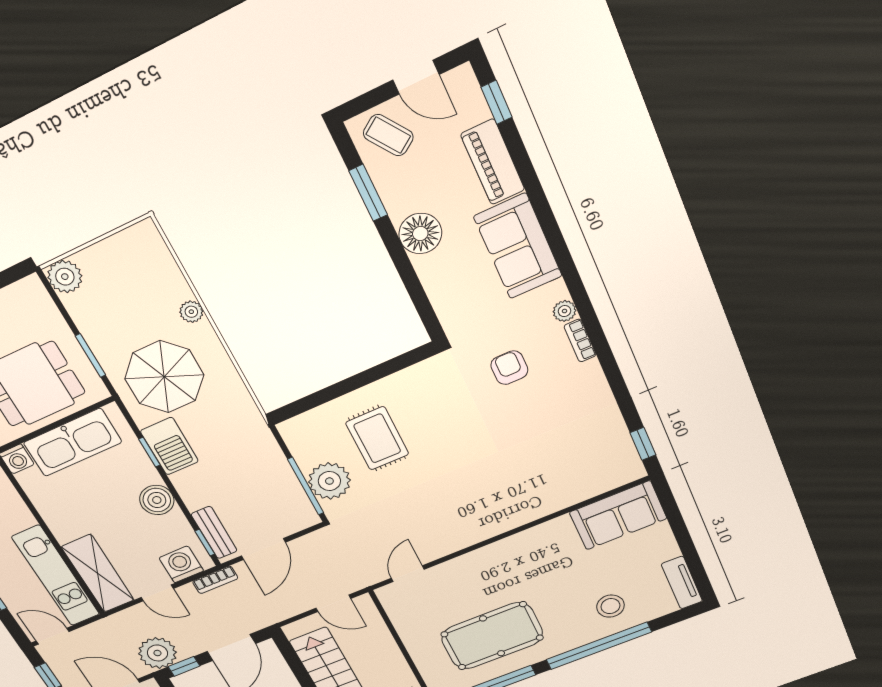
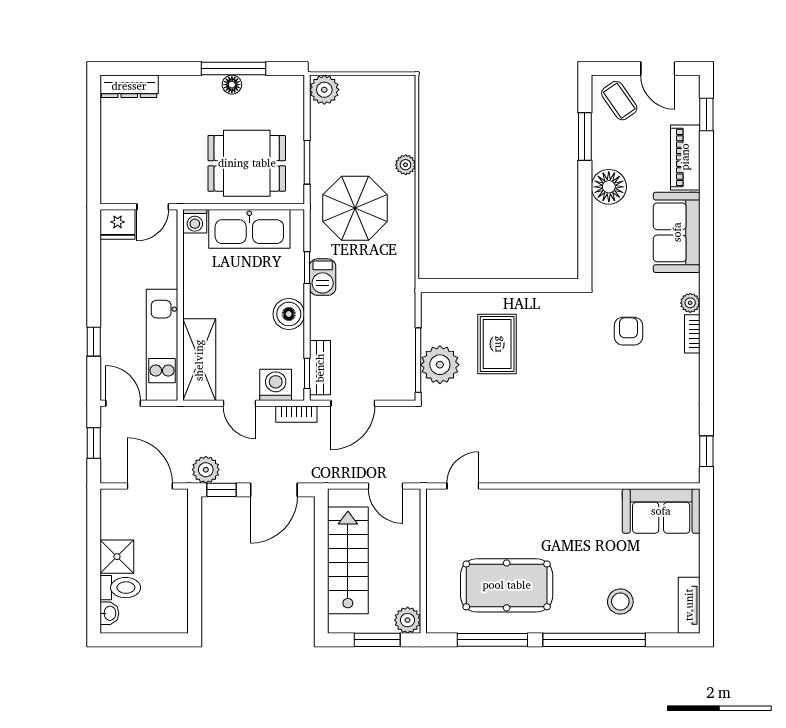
barbecue: (169, 446) -> (323, 277), width x0.73, depth x0.79
plant: (157, 653) -> (206, 470), width x0.73, depth x0.73

